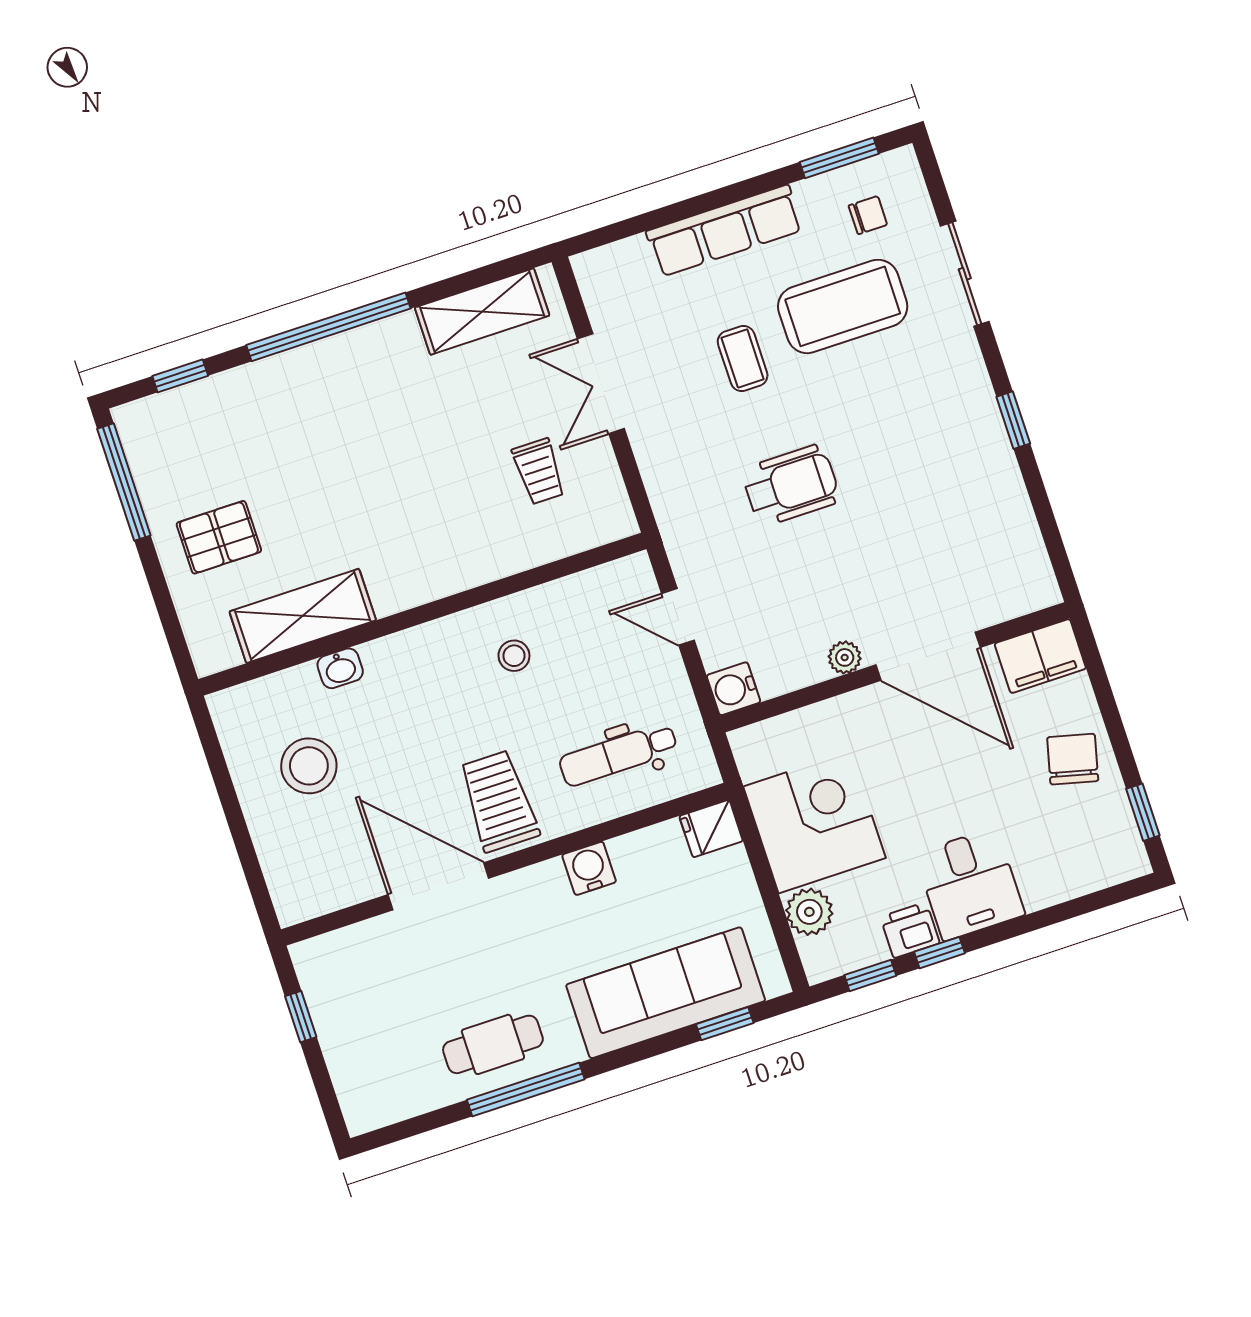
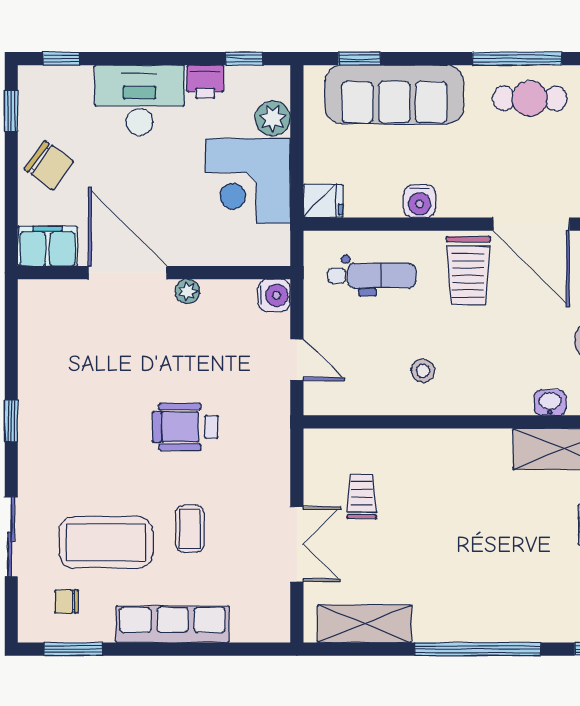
chair: (1073, 759) -> (49, 165), turned -68
desk: (970, 884) -> (139, 100), width x1.37
window: (940, 953) -> (61, 59), moved

